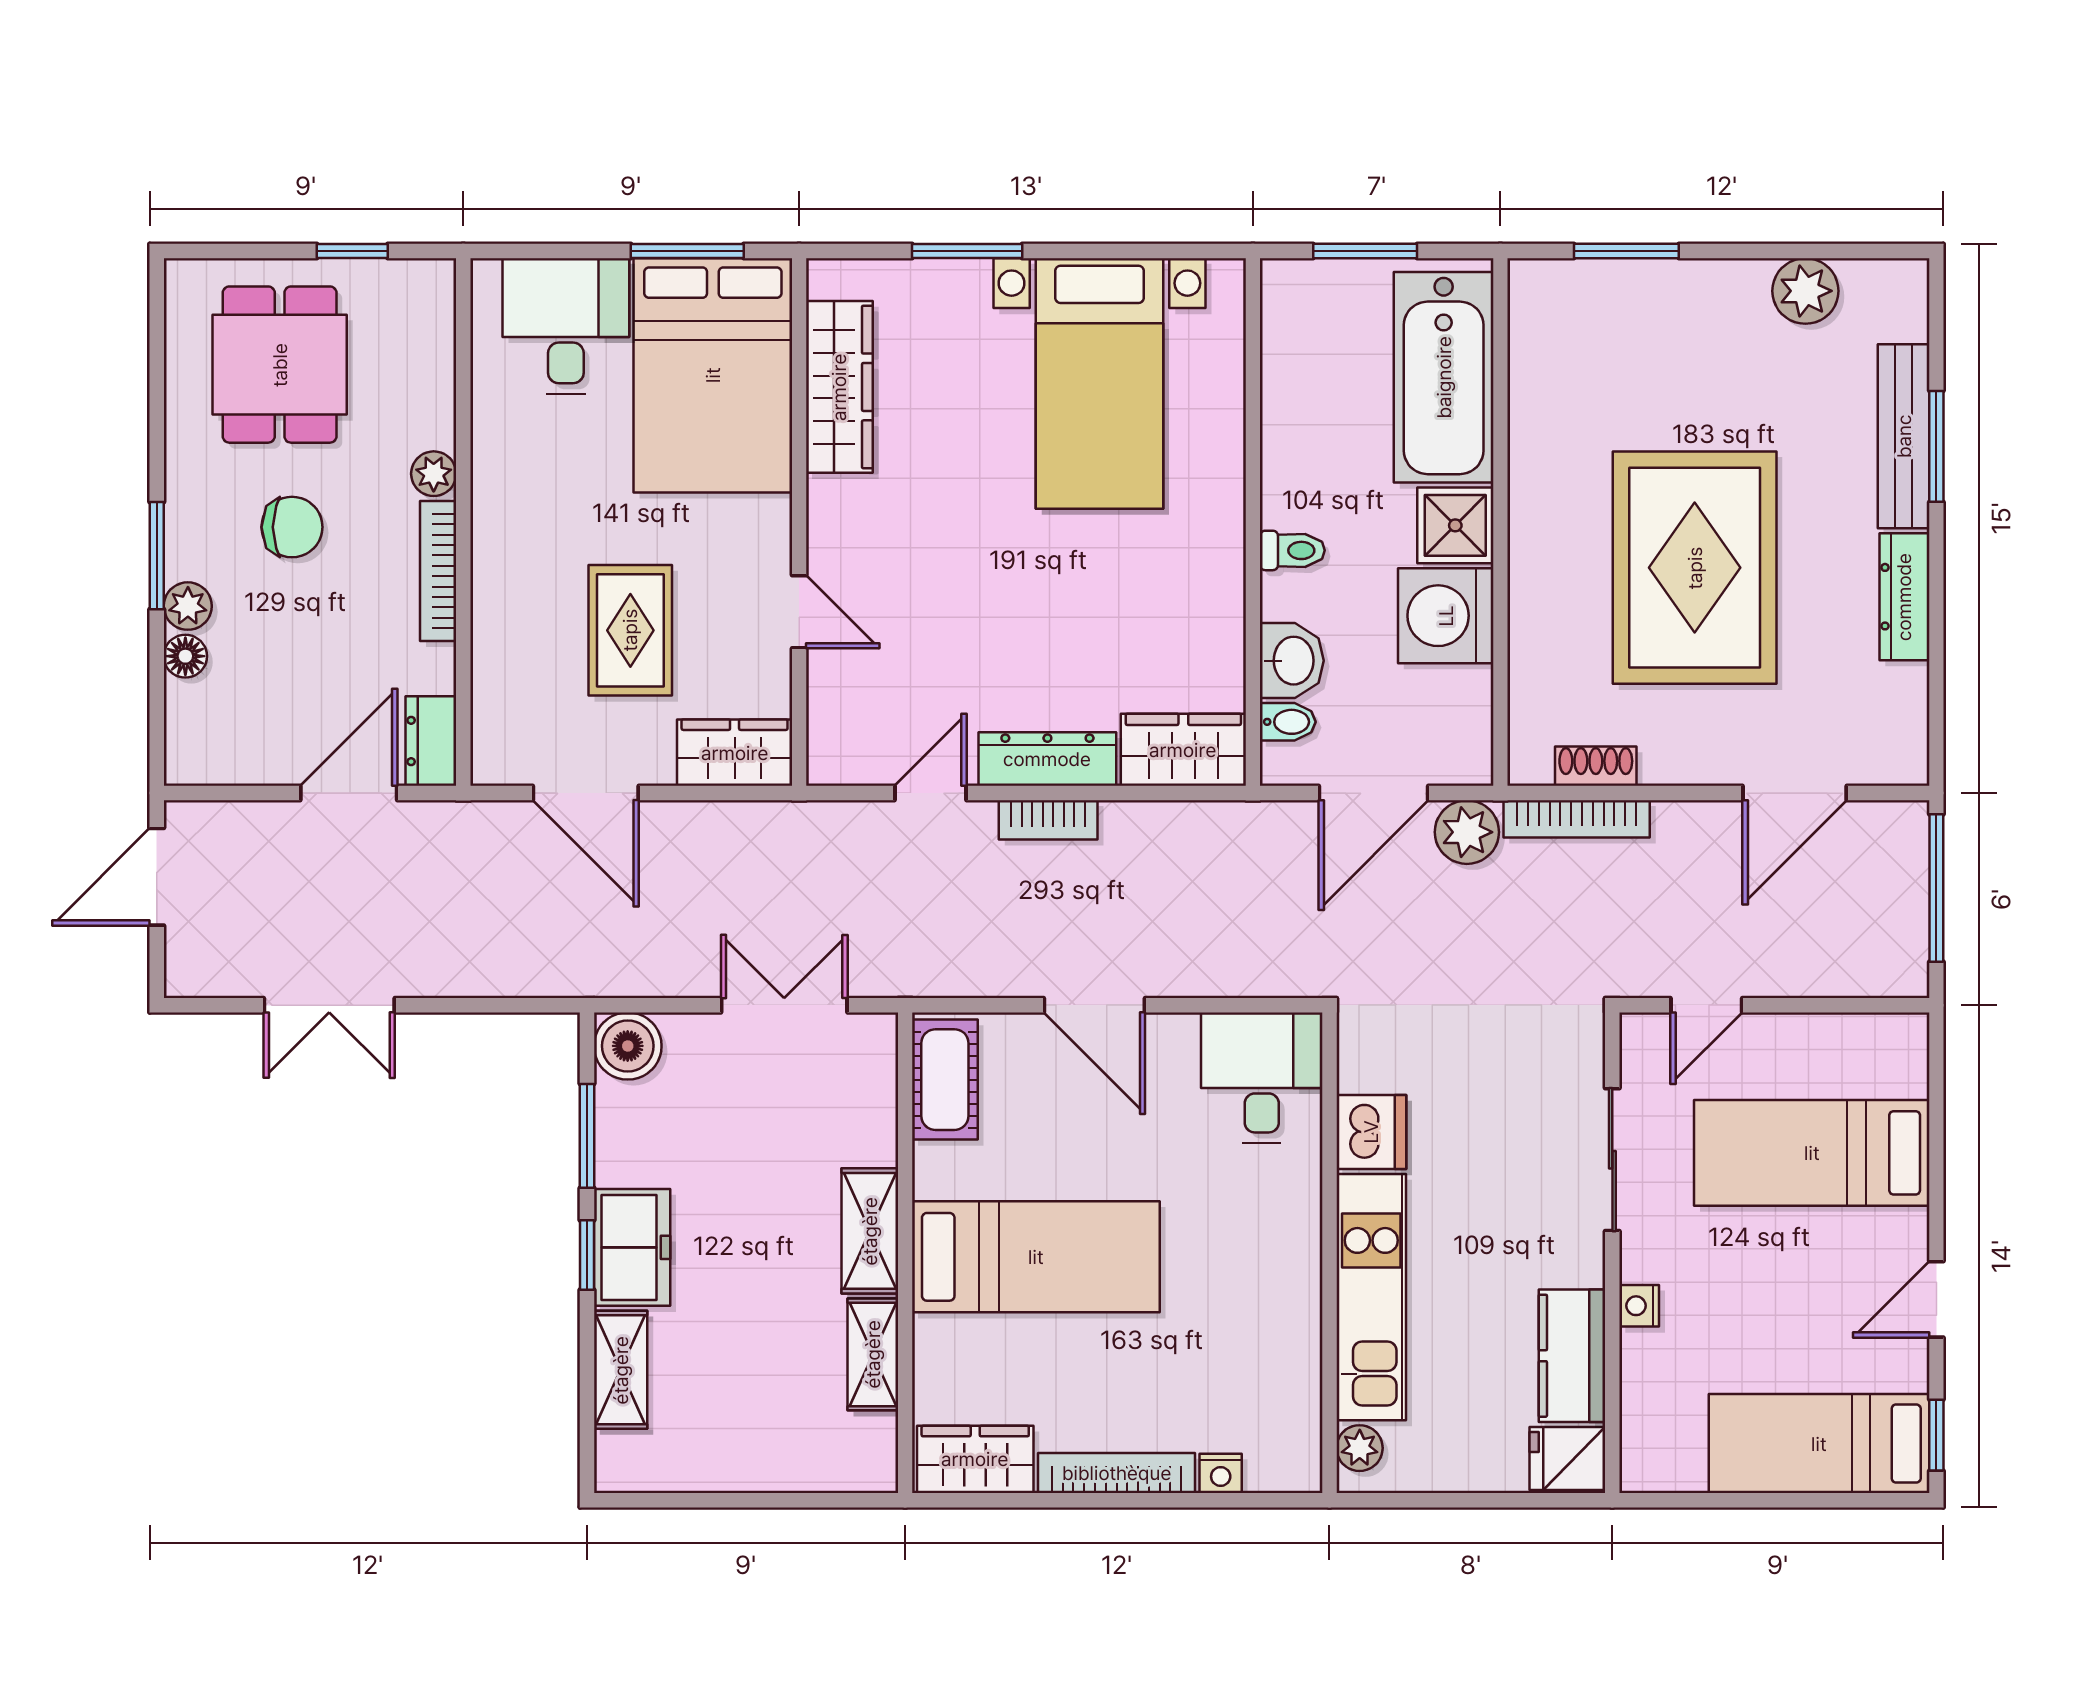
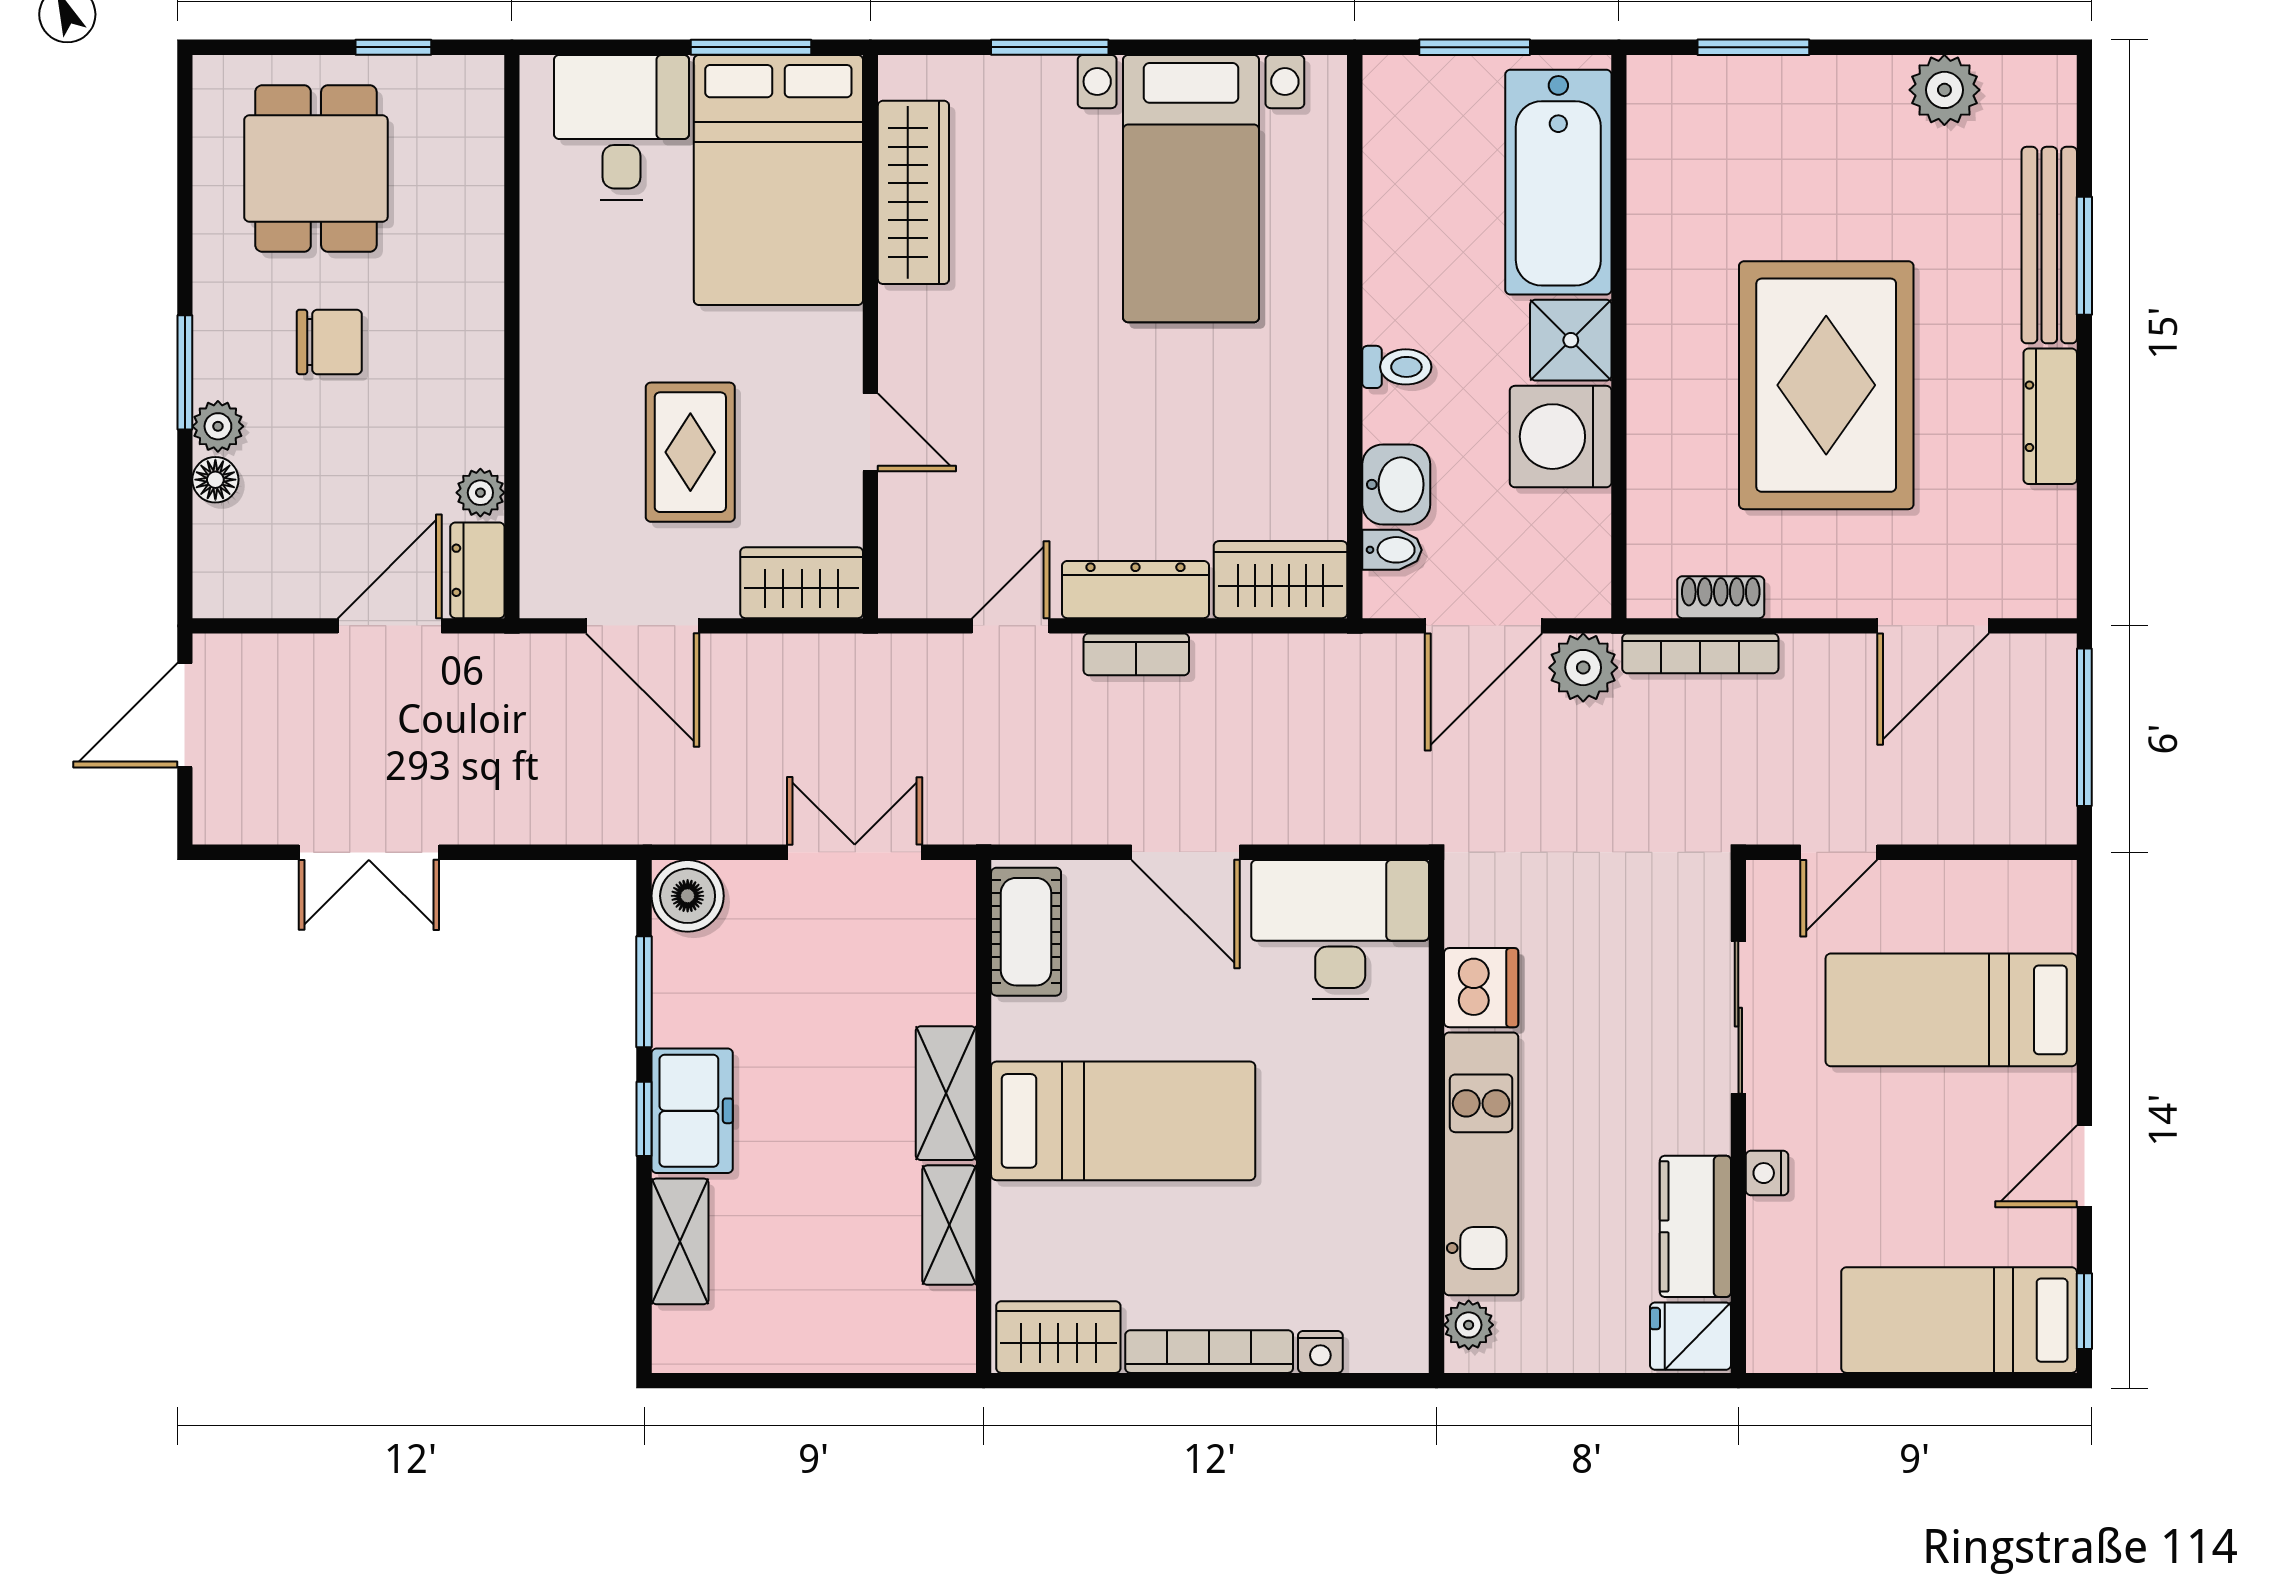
plant: (434, 474) -> (480, 493), moved
bookcase: (438, 571) -> (485, 389), removed
desk: (1262, 1078) -> (1340, 930), width x1.37

